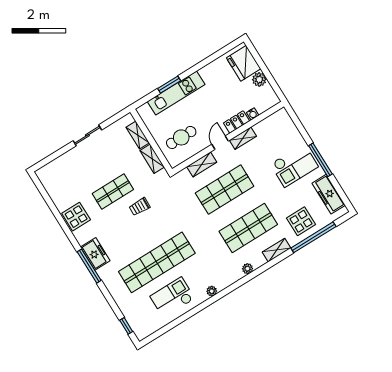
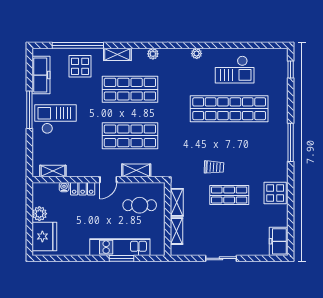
shelving: (243, 138) -> (53, 171), moved
freezer: (95, 254) -> (279, 241), moved

